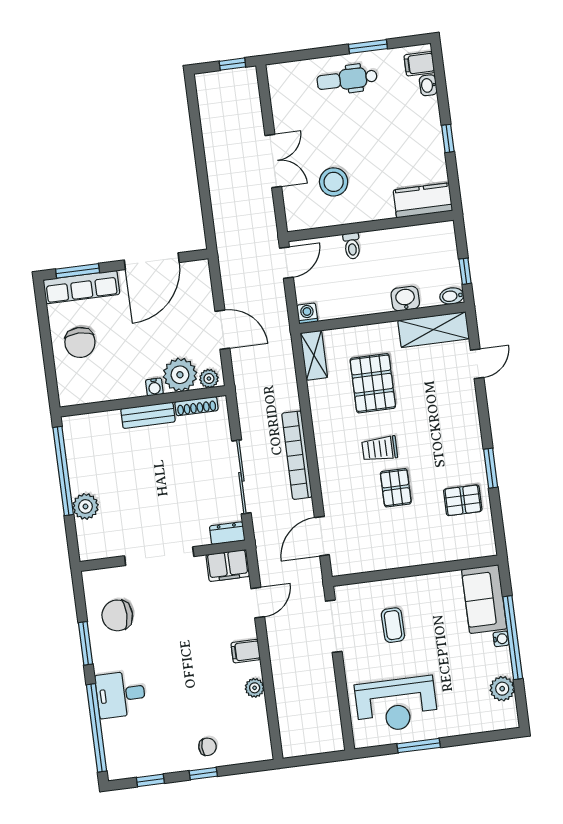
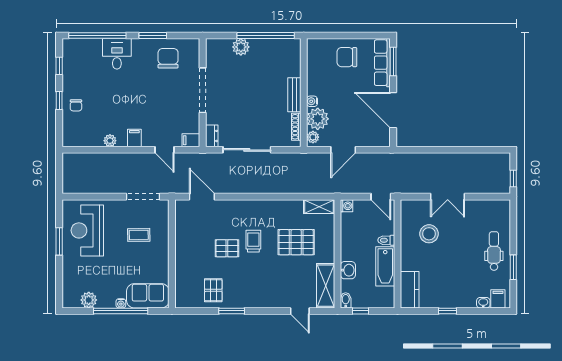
bathtub: (392, 242) -> (385, 266), added
bookcase: (297, 455) -> (256, 187), removed
filing cabinet: (228, 566) -> (191, 140), width x0.50

